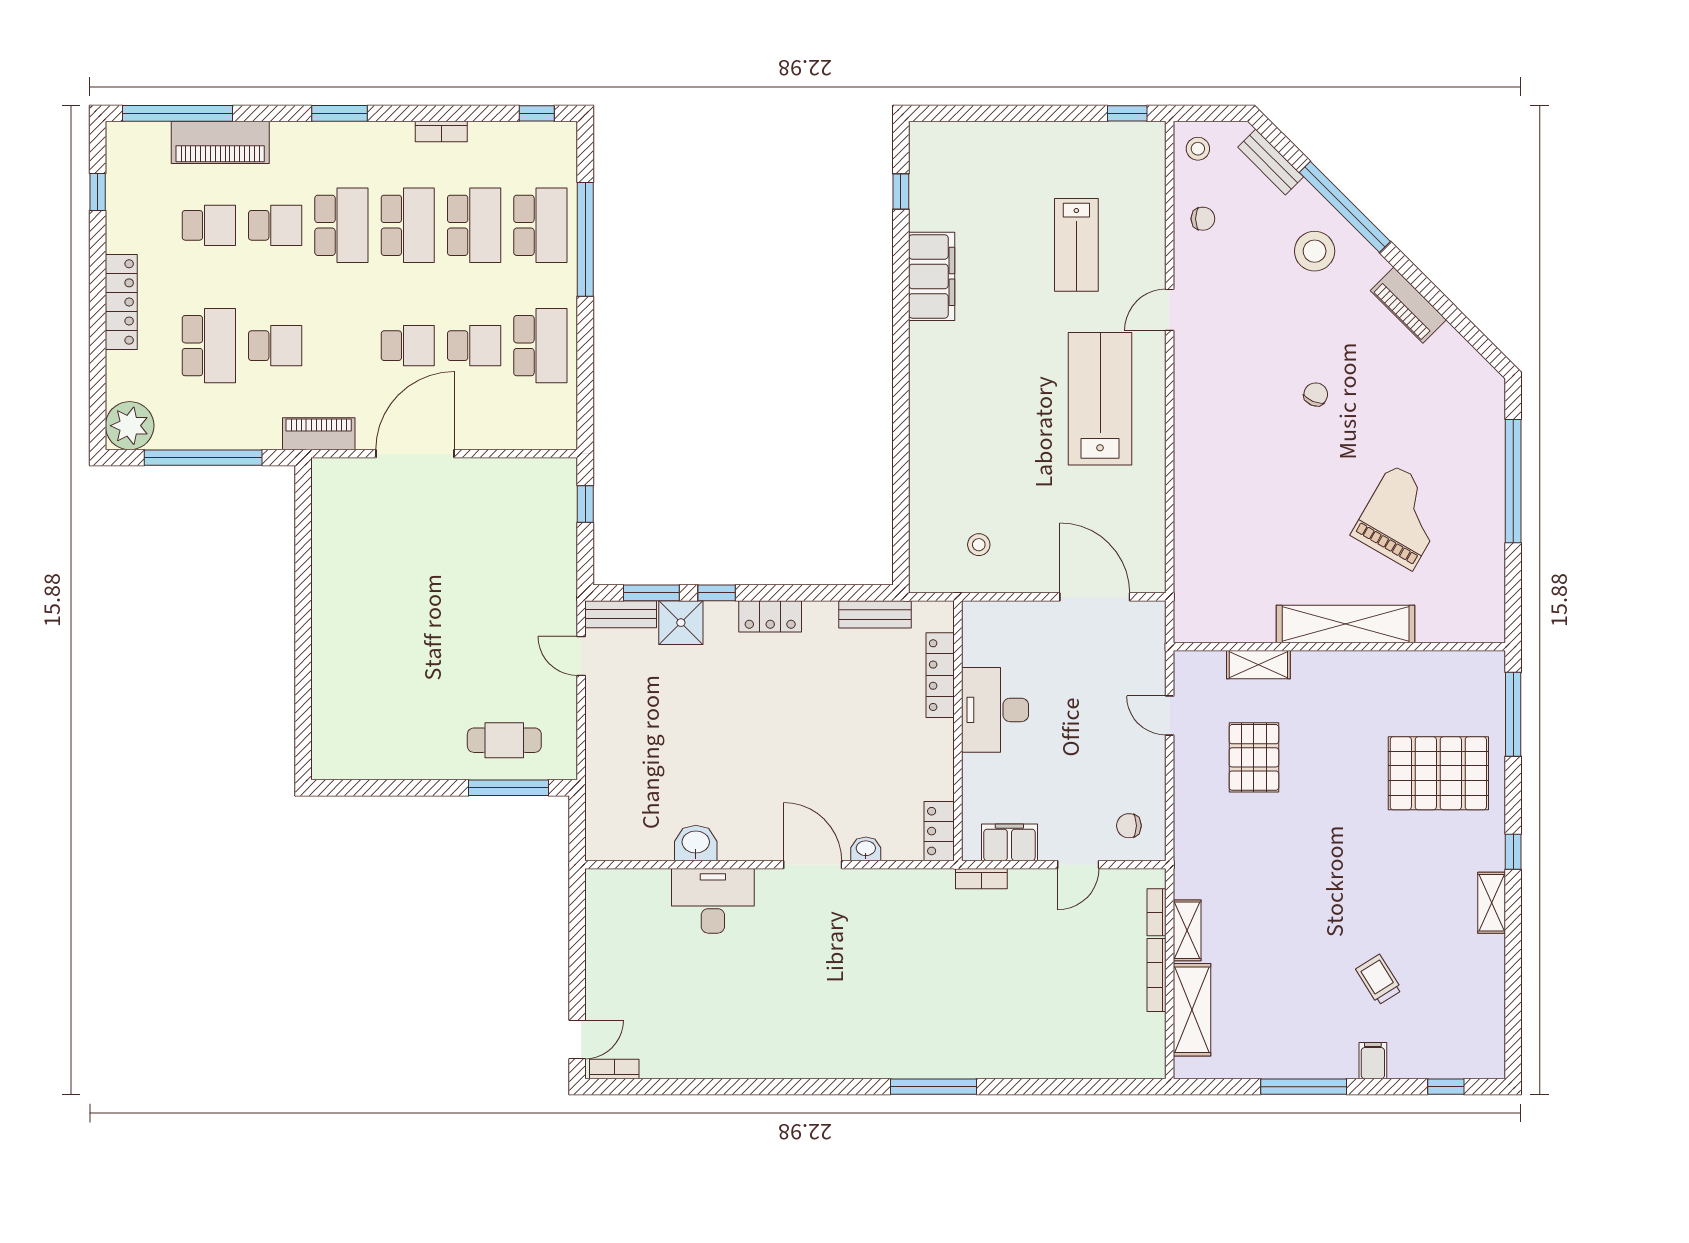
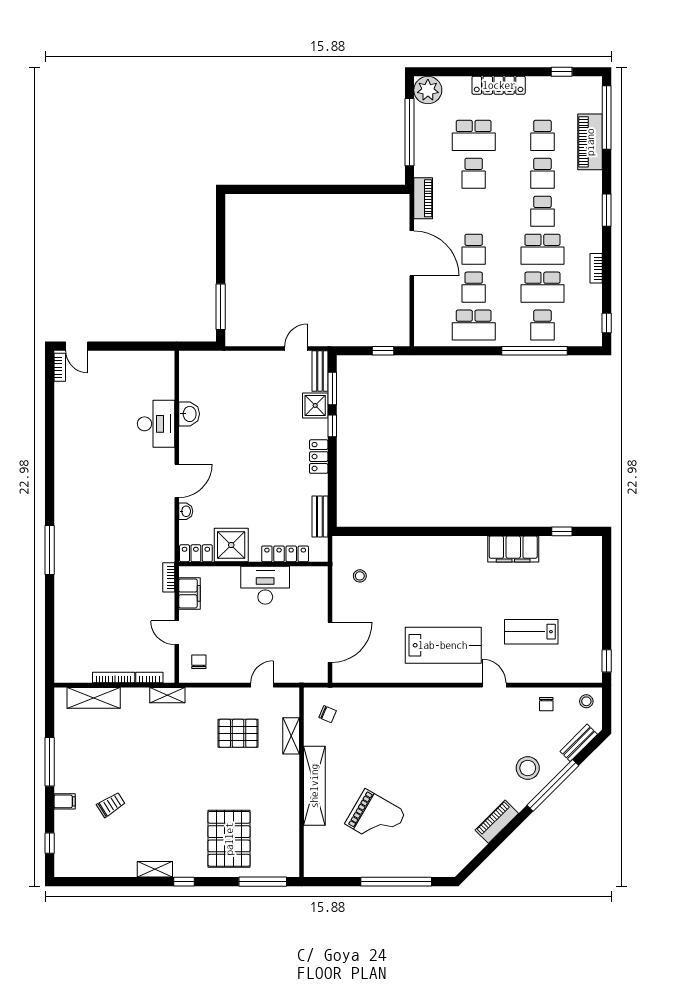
school desk: (341, 225) -> (542, 211), width x0.54
school desk: (540, 225) -> (542, 325), width x0.54
chair: (1316, 394) -> (328, 714), moved
cafe table: (504, 740) -> (248, 304), removed
shower: (925, 769) -> (231, 545), added
shelving: (1187, 930) -> (167, 695), moved

